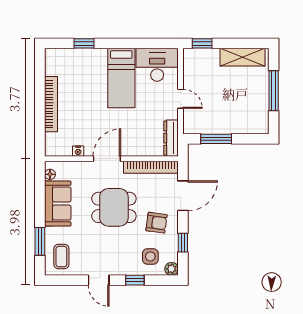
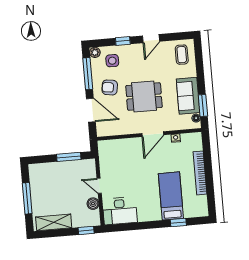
boiler: (190, 77) -> (93, 204), added
bed: (121, 78) -> (171, 196), moved
dresser: (171, 138) -> (104, 154), removed
bookcase: (151, 167) -> (118, 130), removed
door: (183, 196) -> (91, 110), swing flipped
window: (40, 241) -> (203, 106), moved
window: (183, 243) -> (88, 74), width x2.17
door: (99, 280) -> (151, 39), swing flipped

